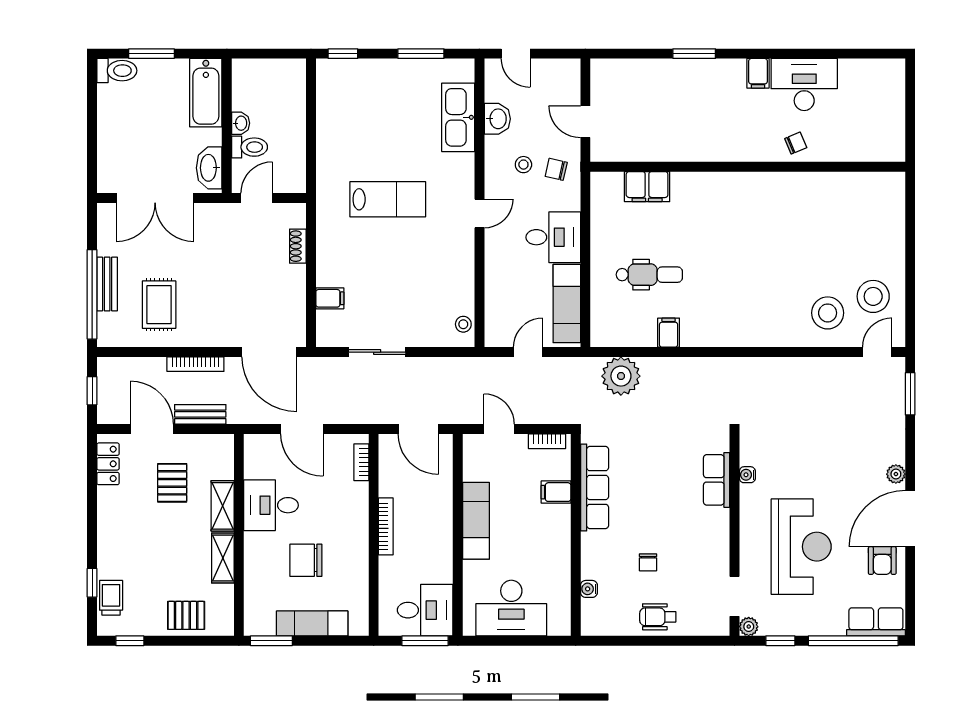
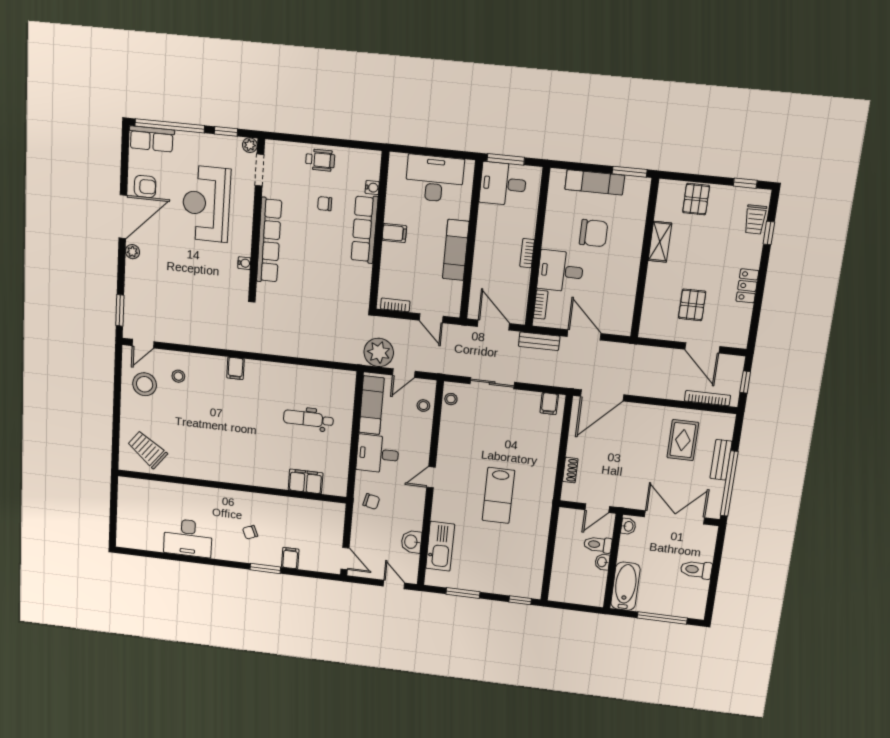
window: (152, 54) -> (662, 618), width x1.44
toilet: (117, 71) -> (696, 570), moved
filing cabinet: (758, 73) -> (290, 558), moved
door: (585, 122) -> (345, 559), moved
chair: (796, 143) -> (250, 532), moved
stool: (523, 165) -> (423, 406), moved
washbasin: (209, 168) -> (628, 526), width x0.52, depth x0.69
lab bench: (388, 199) -> (498, 495), turned -90
trolley: (866, 205) -> (147, 450), added
window: (92, 294) -> (729, 484), moved
filing cabinet: (330, 298) -> (549, 404), moved, turned -90
stool: (828, 313) -> (178, 376), width x0.53, depth x0.53
filing cabinet: (669, 333) -> (235, 368), moved
door: (269, 352) -> (602, 395), swing flipped
sliding door: (377, 352) -> (492, 383), moved
bookcase: (195, 364) -> (707, 398), moved
plant: (621, 376) -> (379, 352), moved
bench: (200, 414) -> (539, 341), moved
locker: (108, 464) -> (747, 286), moved
row of seats: (717, 480) -> (269, 240), width x2.02
row of seats: (595, 487) -> (364, 229), moved
filing cabinet: (556, 492) -> (394, 233), moved
desk: (271, 505) -> (560, 271), moved, turned 180
shelving: (223, 506) -> (654, 283), removed
bookcase: (386, 526) -> (527, 253), width x0.64
armchair: (882, 561) -> (145, 186), turned 90
chair: (648, 562) -> (325, 204), turned -90
pallet: (186, 615) -> (696, 199), turned 90

